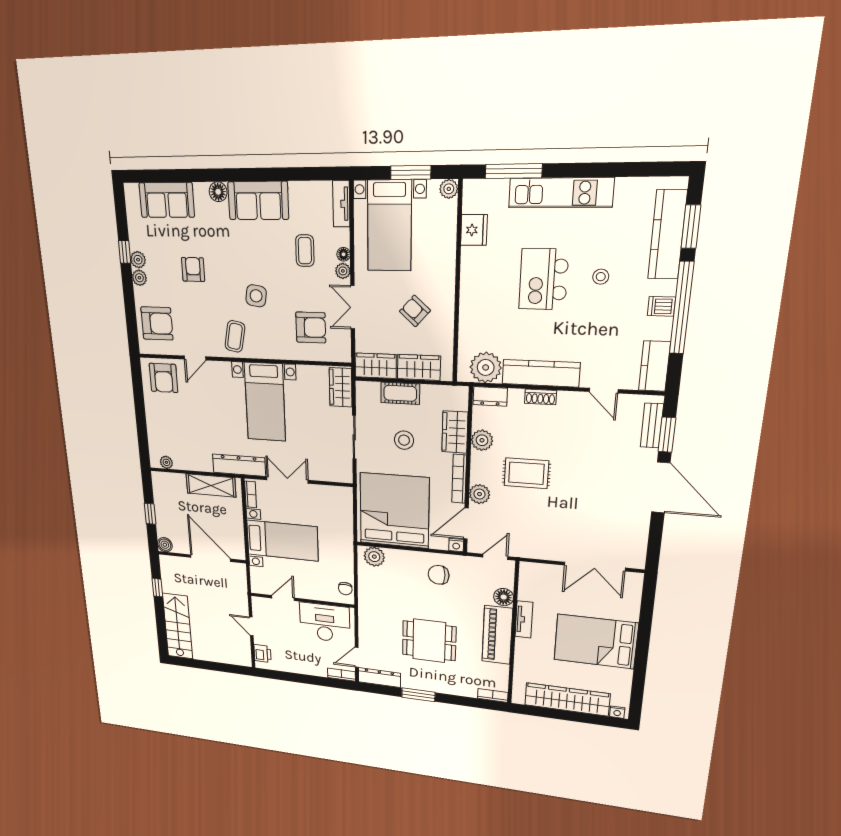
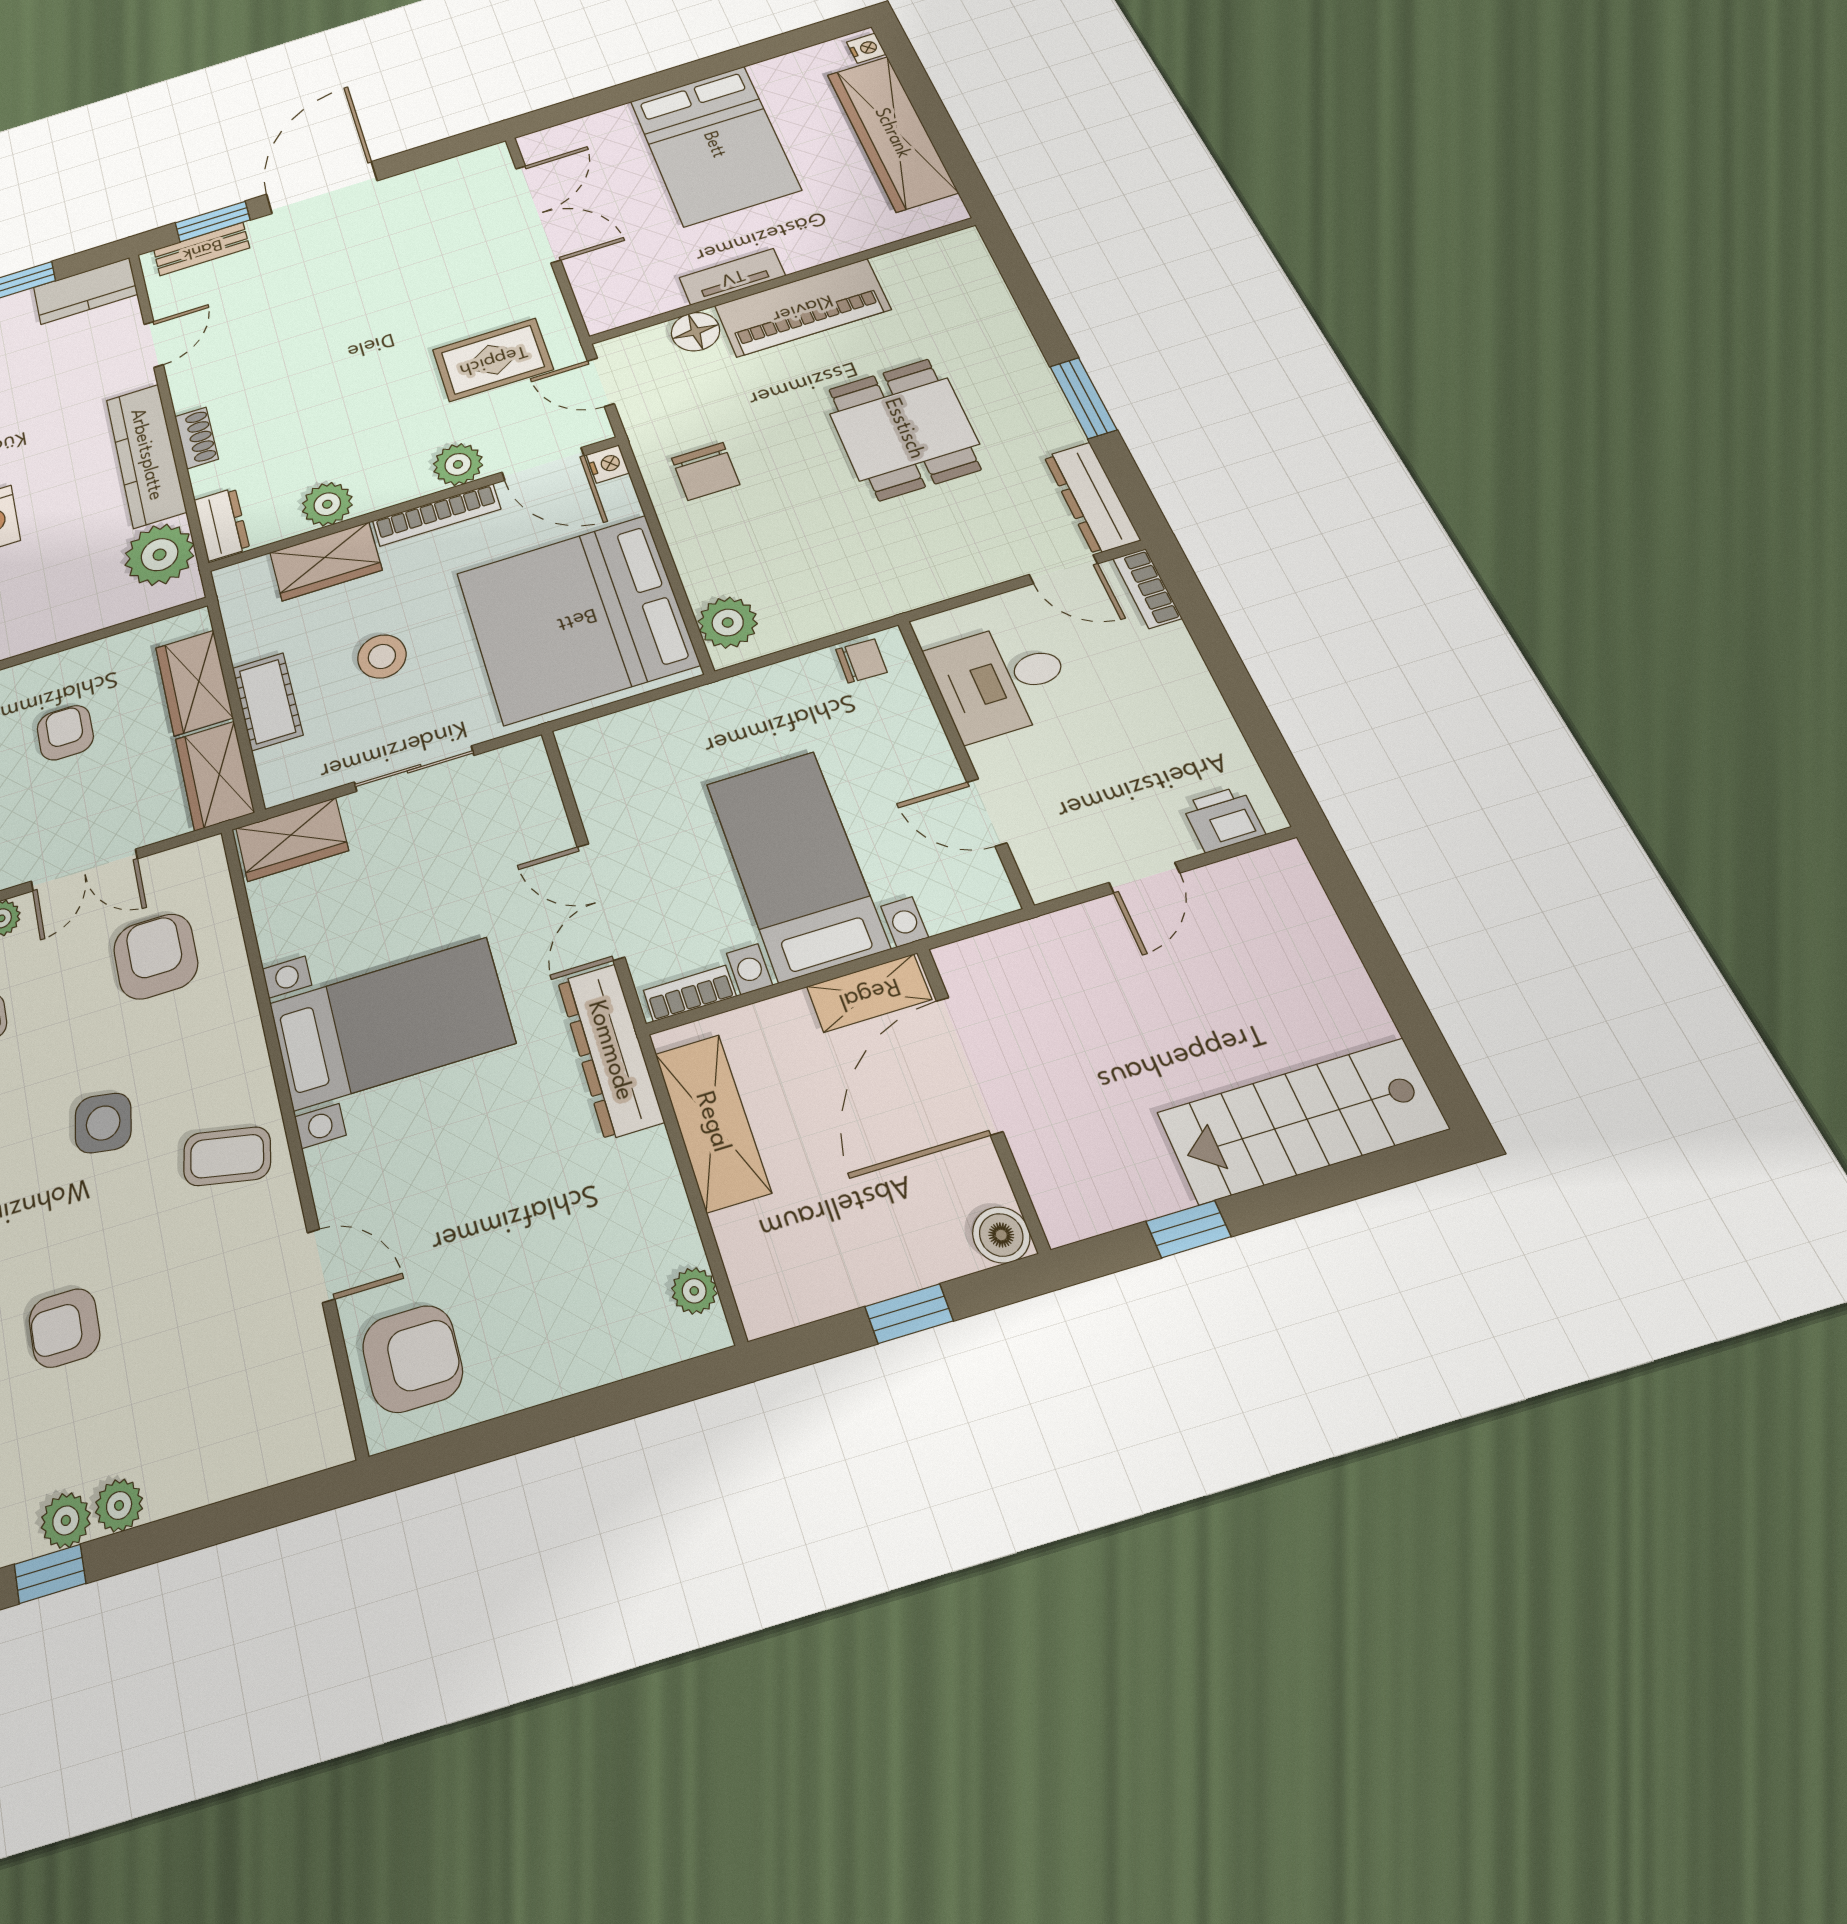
armchair: (415, 311) -> (65, 733), turned 138
armchair: (157, 323) -> (246, 1416), removed
rug: (526, 473) -> (493, 360), moved, turned 90
shelving: (237, 543) -> (869, 993), added
desk: (325, 623) -> (1001, 680), width x0.73
bookcase: (493, 695) -> (975, 257), removed

